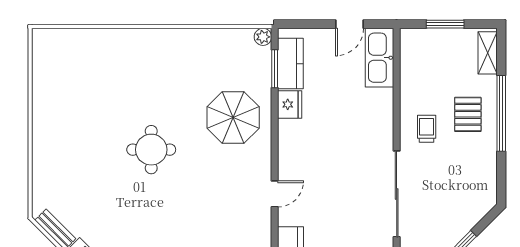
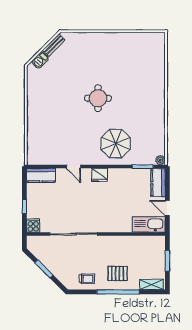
kitchen counter: (290, 64) -> (158, 183), moved, turned 90
fridge: (290, 104) -> (100, 175), moved
trolley: (427, 129) -> (87, 279), moved

